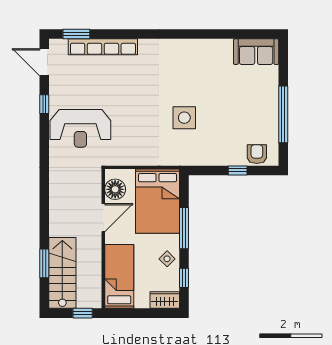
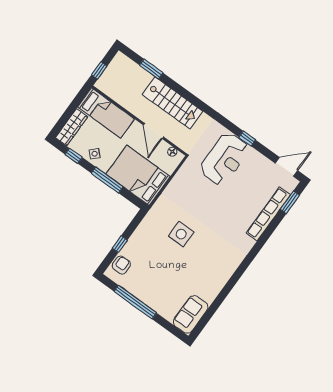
window: (44, 104) -> (247, 138), moved
reception desk: (80, 128) -> (225, 159), turned 180
armchair: (257, 154) -> (121, 265), turned -90
floor lamp: (115, 189) -> (172, 152), width x0.53, depth x0.53
stairs: (62, 273) -> (172, 103), moved
wardrobe: (165, 300) -> (72, 127), width x1.50

